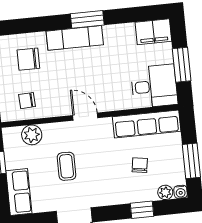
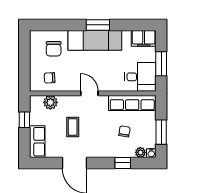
exam couch: (75, 38) -> (95, 40), width x1.36, depth x1.45
chair: (28, 59) -> (54, 49), turned -90

